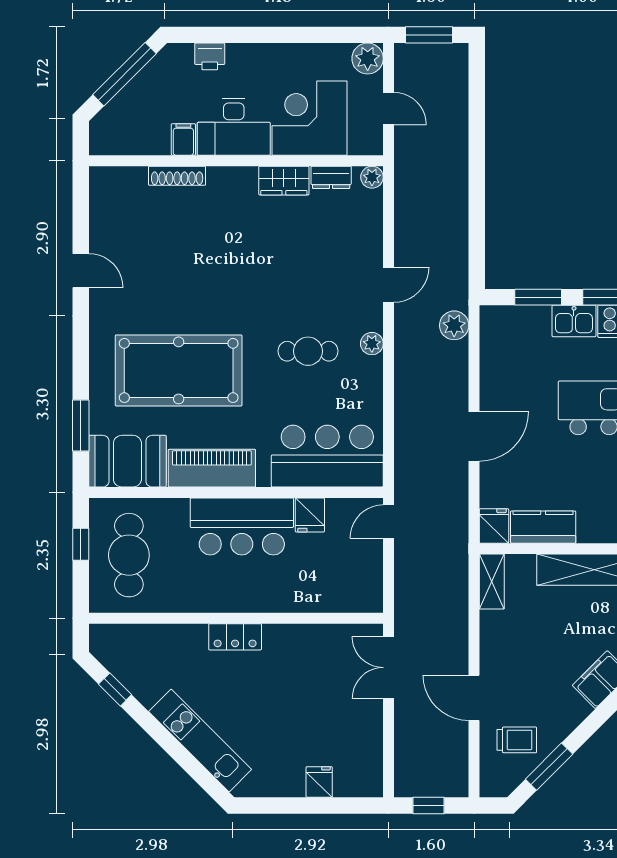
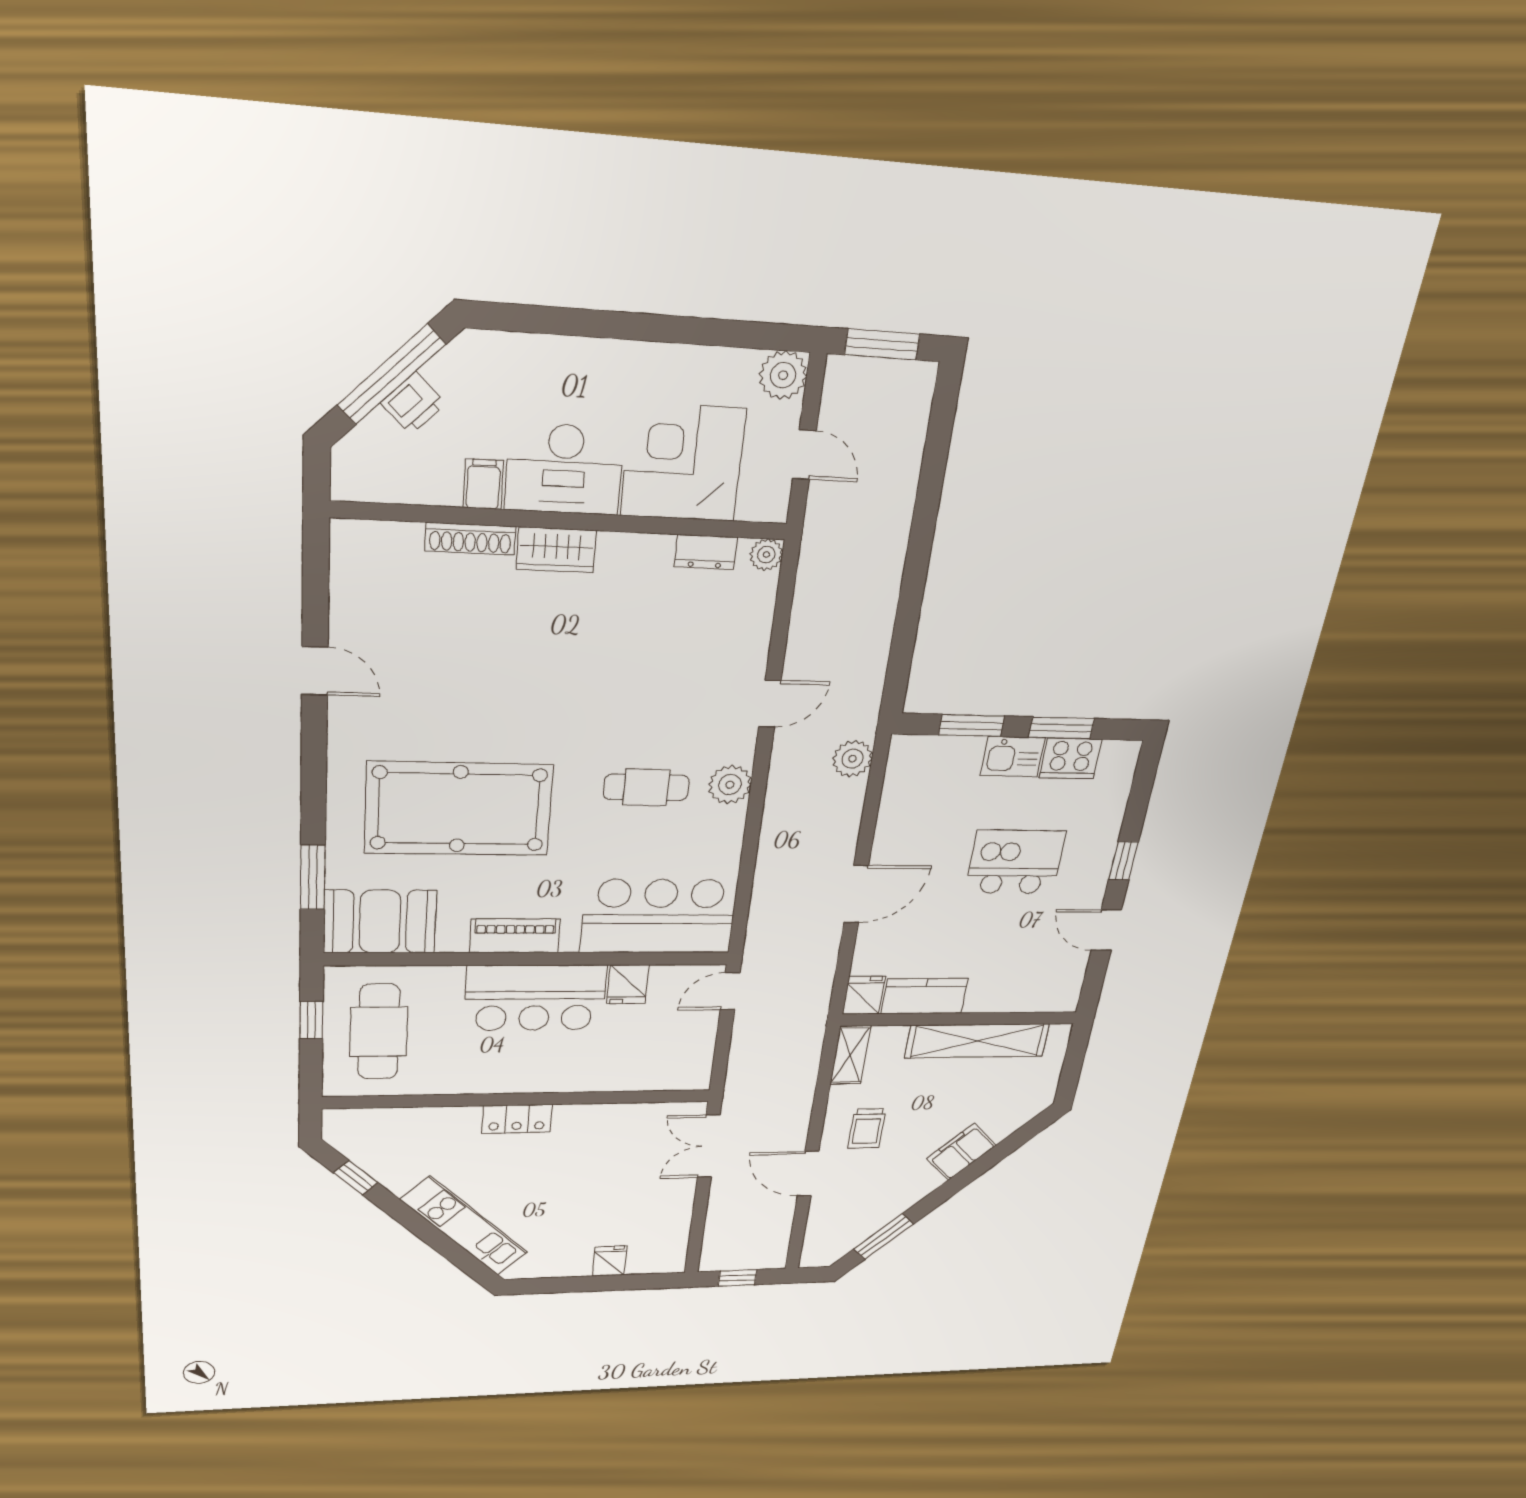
printer: (210, 56) -> (413, 403), moved, turned -45
wardrobe: (284, 181) -> (556, 550), moved
plant: (372, 344) -> (730, 785), width x1.38, depth x1.38
piano: (212, 468) -> (515, 936), width x0.73, depth x0.75
trolley: (517, 740) -> (867, 1128), moved, turned 90

